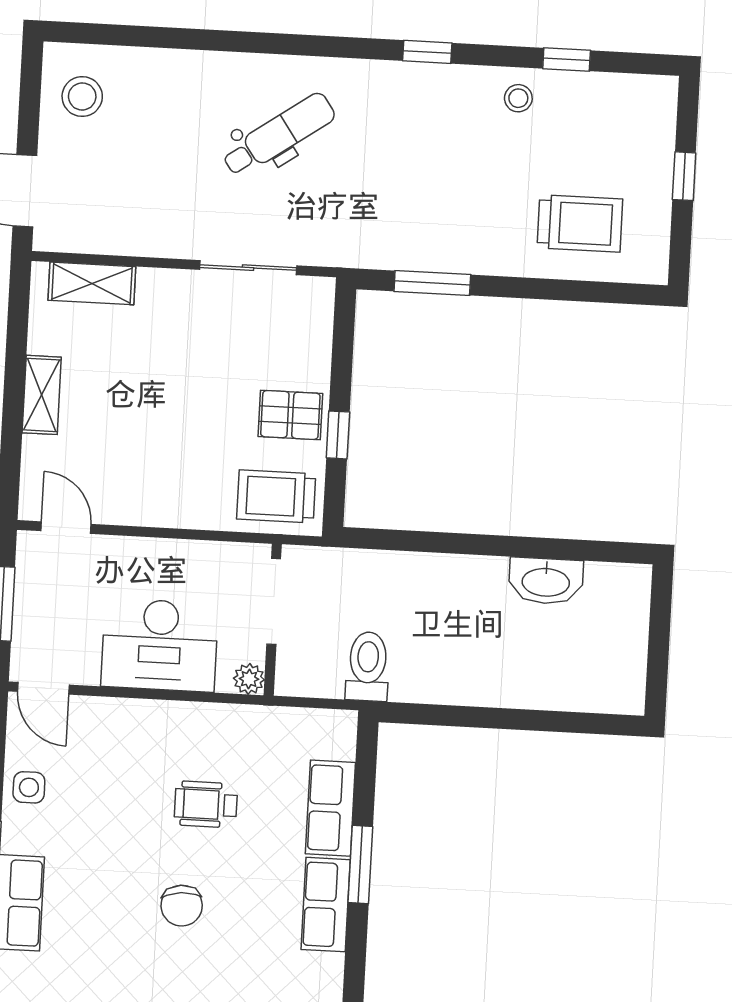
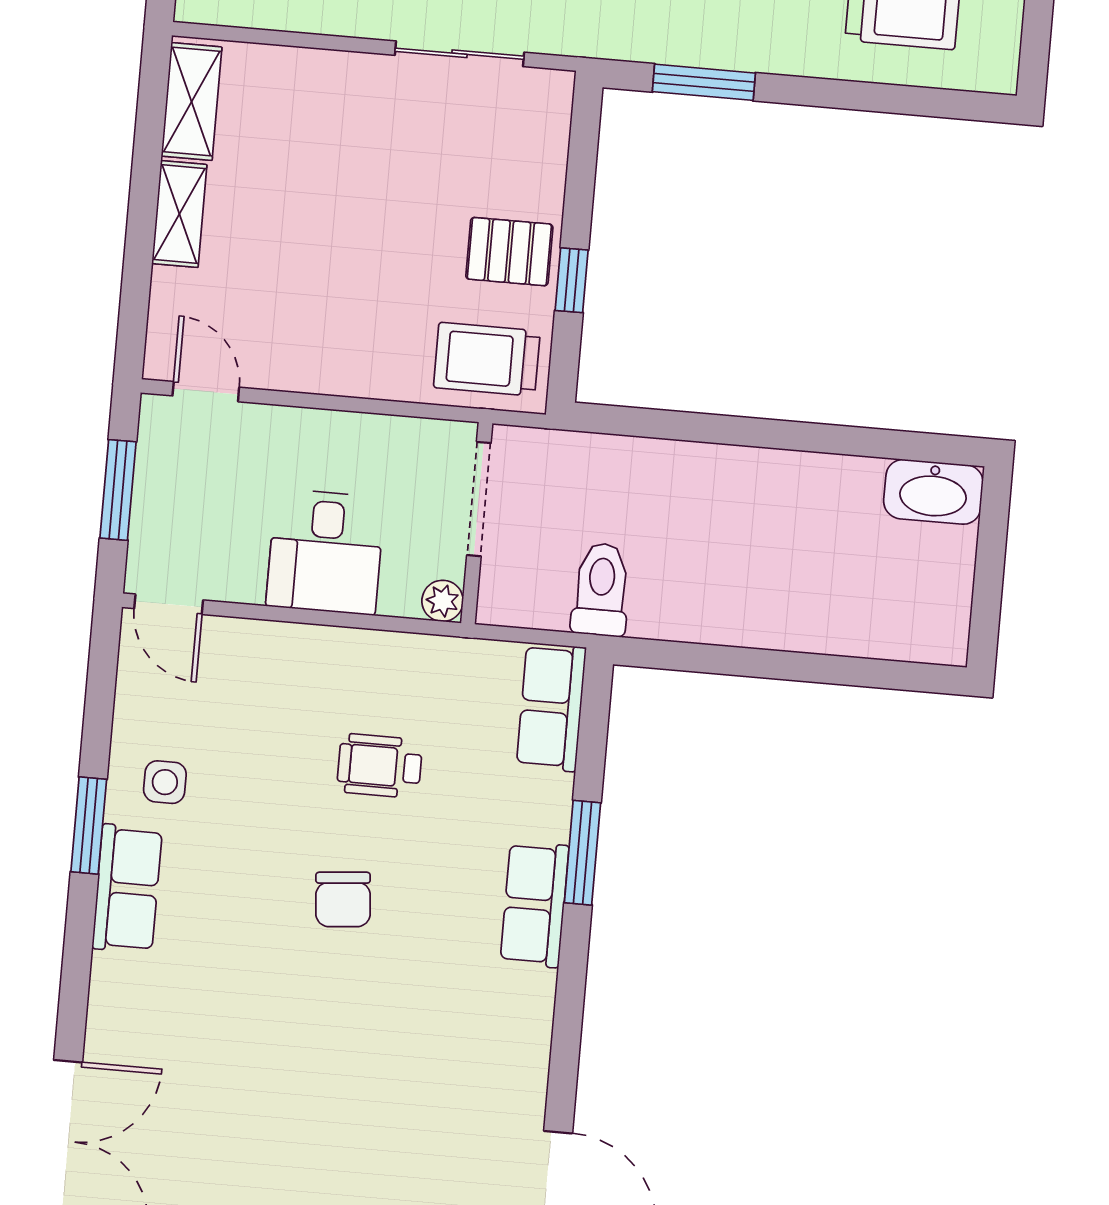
shelving: (92, 283) -> (192, 102), moved, turned 90
washbasin: (546, 581) -> (933, 492), moved
desk: (160, 645) -> (325, 552), width x0.73
side table: (29, 787) -> (165, 782), moved
row of seats: (330, 808) -> (551, 707), moved

